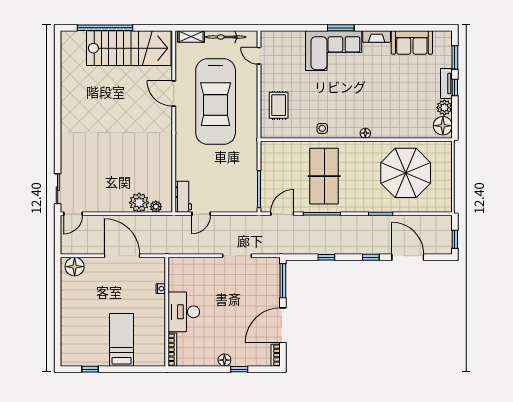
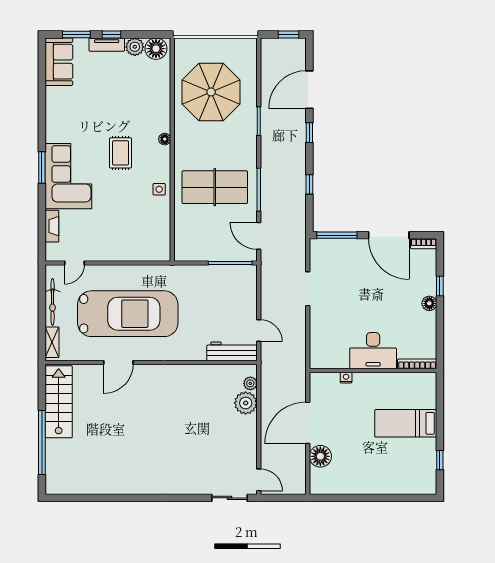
fireplace: (377, 36) -> (52, 226), moved
sofa: (412, 42) -> (59, 62), moved
stairs: (129, 48) -> (59, 402), width x0.73, depth x0.66
rug: (279, 105) -> (121, 153), moved, turned 90
workbench: (183, 197) -> (232, 351), width x1.38
floor lamp: (75, 267) -> (320, 456), moved

